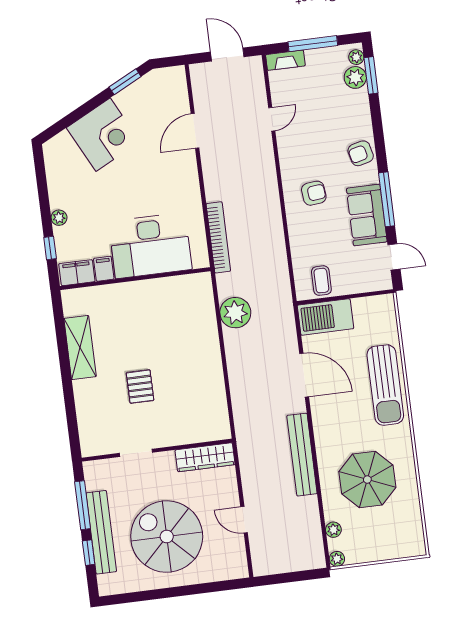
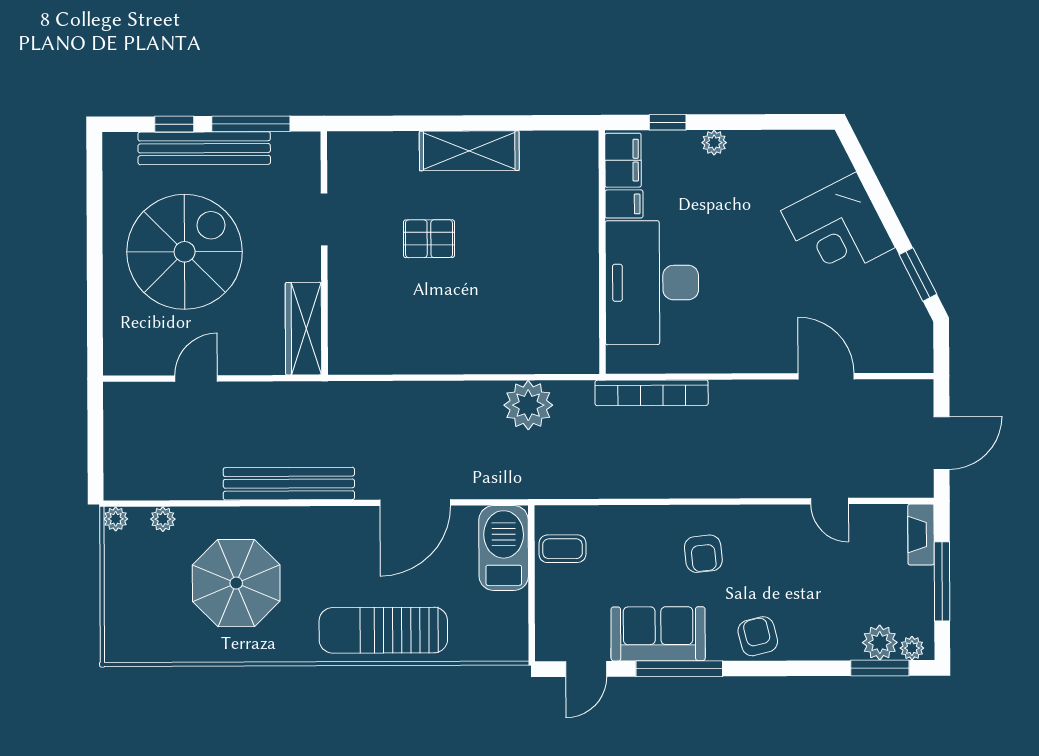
shelving: (80, 348) -> (469, 151), moved

